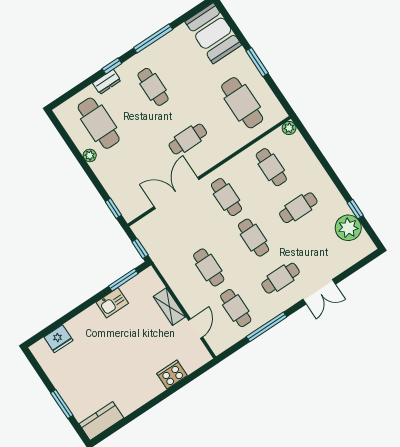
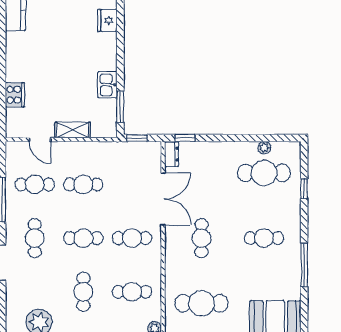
window: (112, 66) -> (304, 188), moved
dresser: (107, 82) -> (172, 154), moved, turned 180
plant: (90, 155) -> (264, 148), moved

